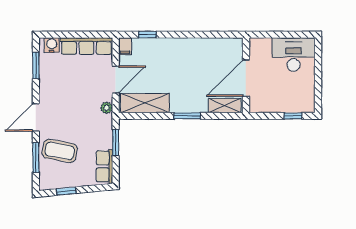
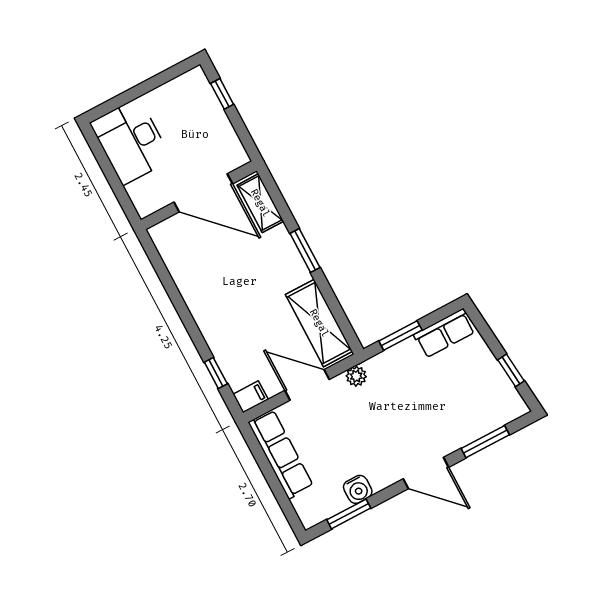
water cooler: (52, 45) -> (358, 489), moved, turned -90
coffee table: (60, 151) -> (457, 412), removed

